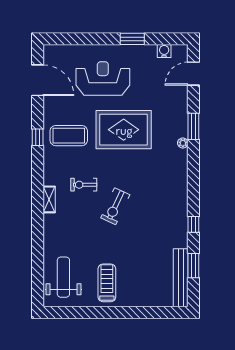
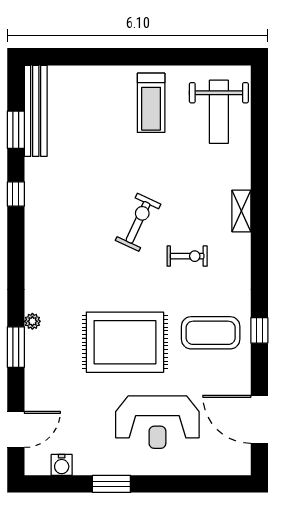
shelving: (49, 199) -> (241, 211), moved

